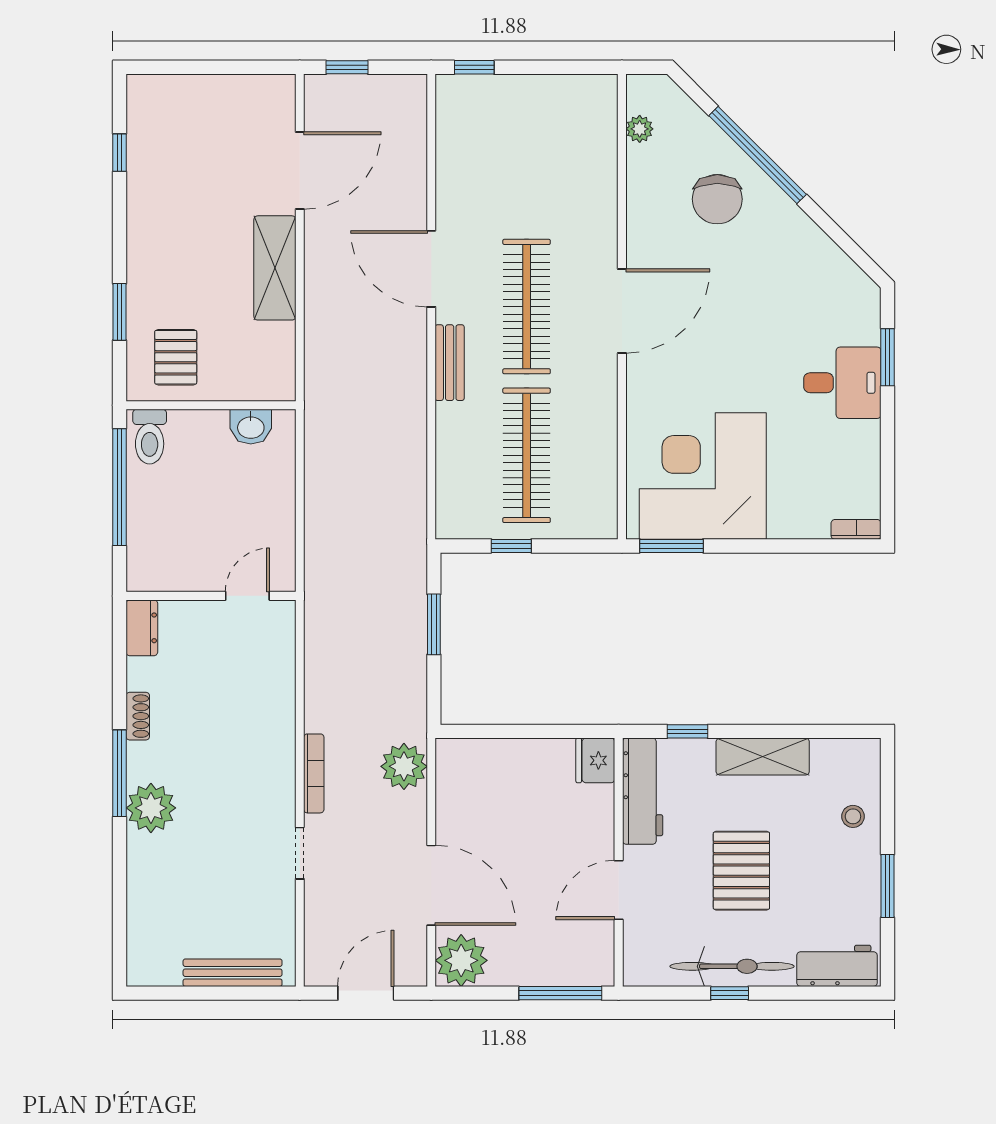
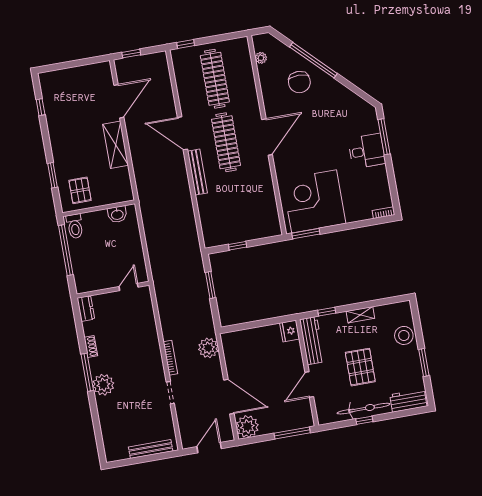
window: (888, 357) -> (384, 137), width x1.44
bench: (450, 363) -> (197, 172), width x1.36
clothes rail: (527, 455) -> (215, 79), moved
shelving: (763, 757) -> (360, 315), width x0.67, depth x0.75
stool: (853, 816) -> (404, 335), width x1.89, depth x1.89

